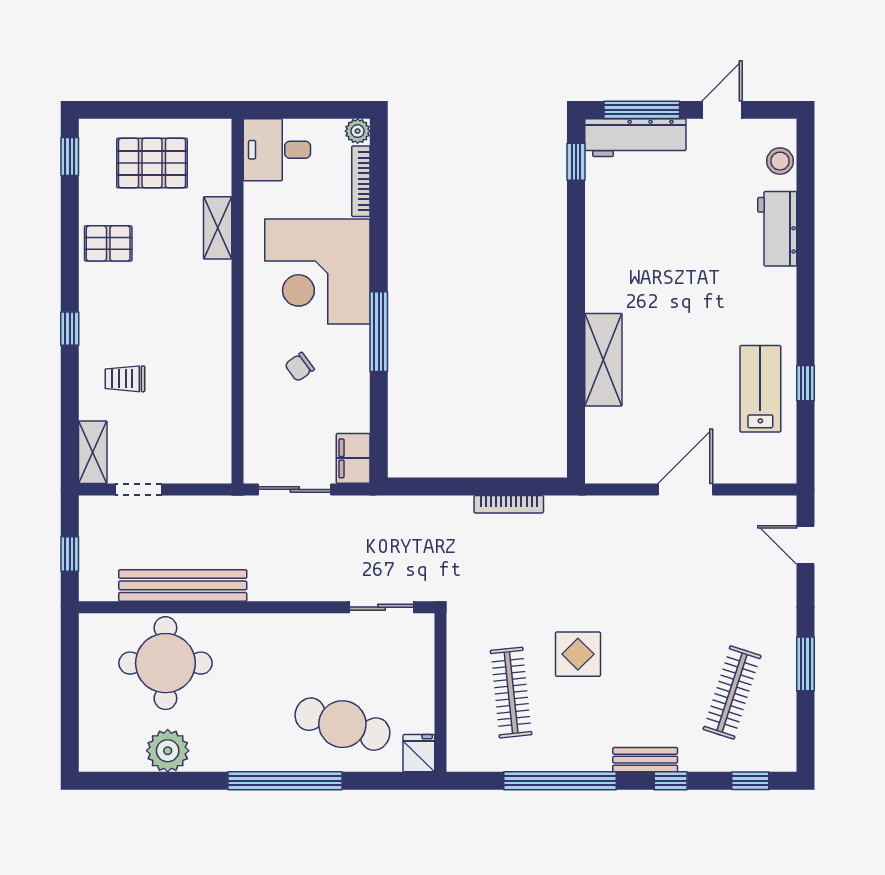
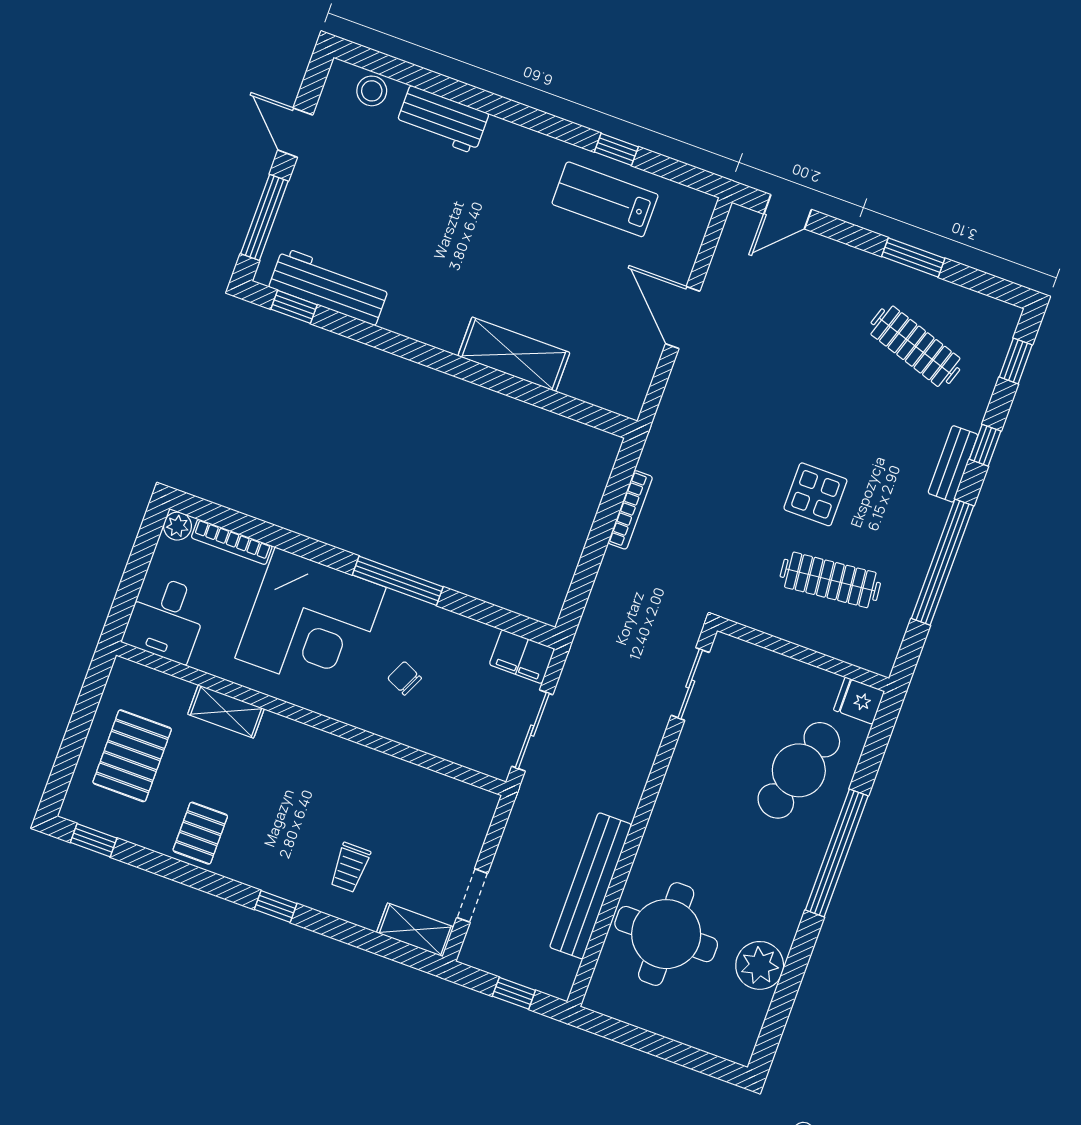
workbench: (635, 138) -> (329, 286), moved, turned -90
chair: (300, 367) -> (405, 678), turned 151

